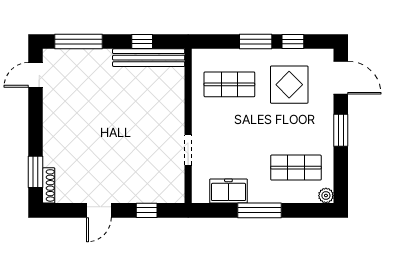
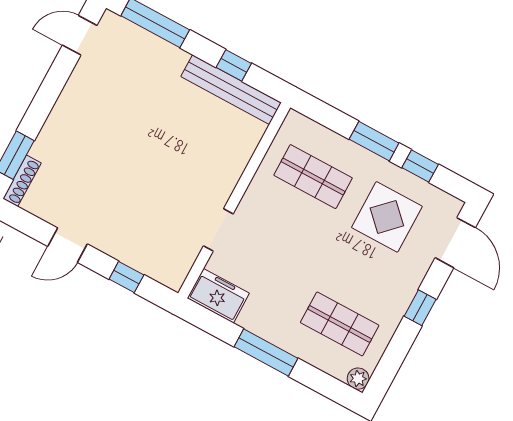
window: (341, 130) -> (420, 308), width x0.67
freezer: (228, 191) -> (218, 296), moved

